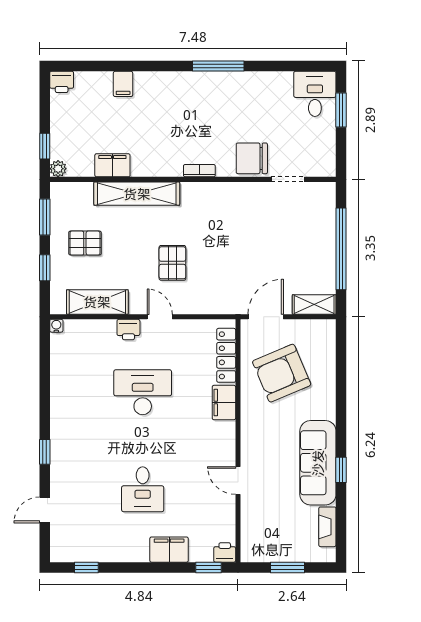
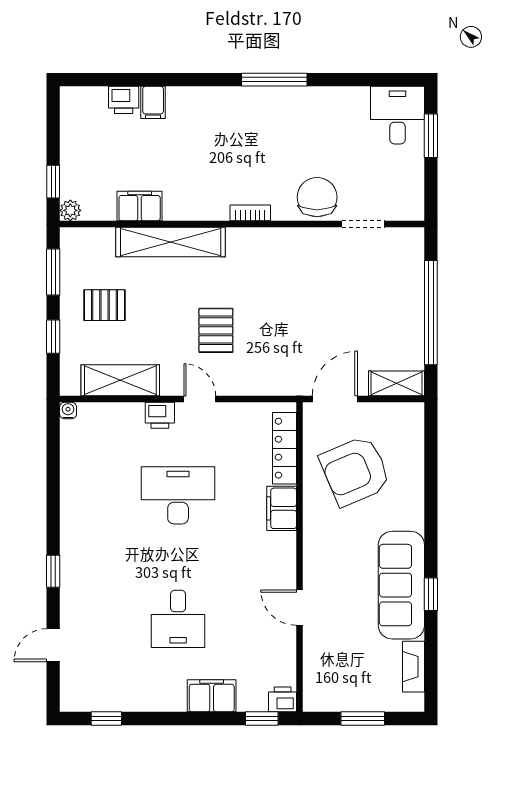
printer: (62, 82) -> (124, 100), moved
chair: (252, 158) -> (317, 197), turned 90

